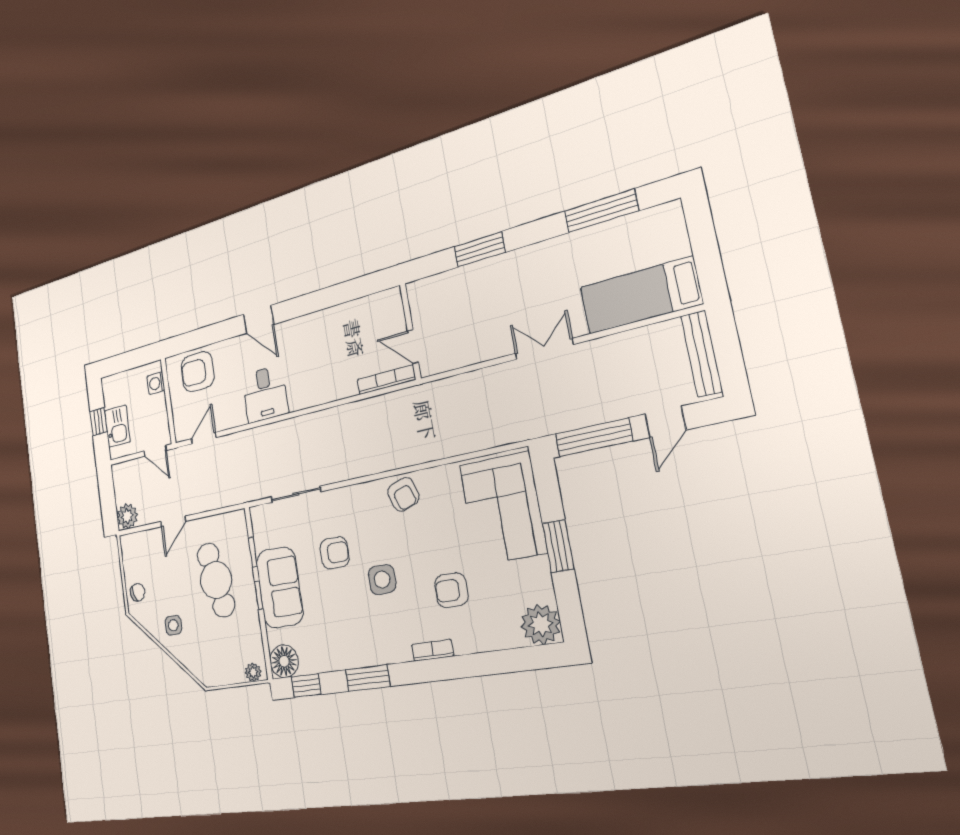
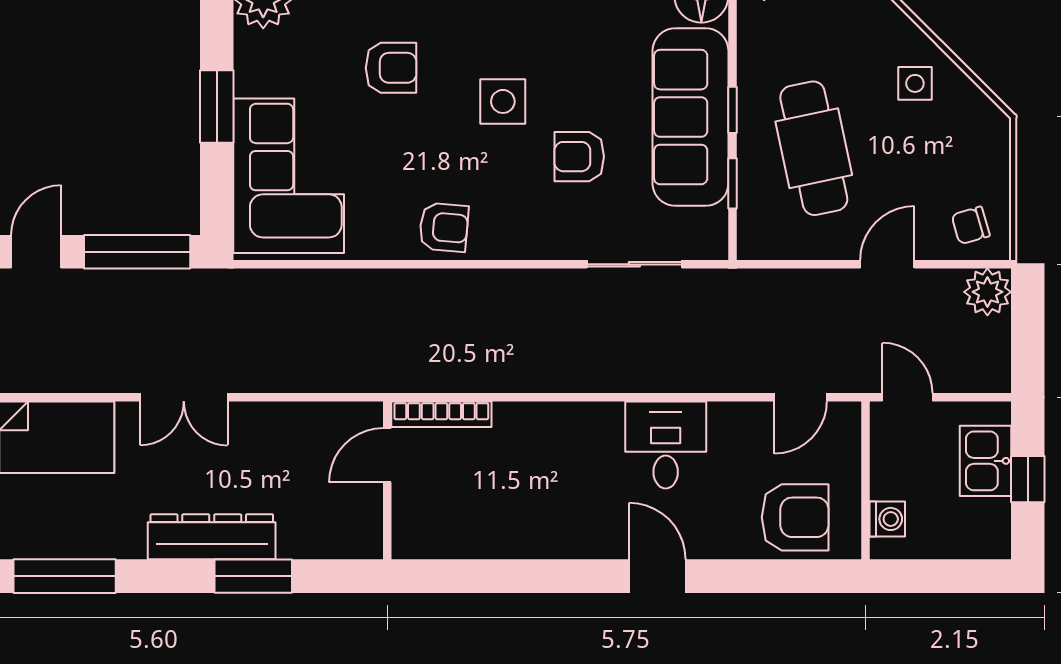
dresser: (510, 266) -> (212, 537), added
door: (413, 347) -> (387, 455), swing flipped
armchair: (403, 494) -> (444, 227), turned 114
sofa: (279, 587) -> (690, 117), width x1.36
chair: (138, 592) -> (971, 225), moved

